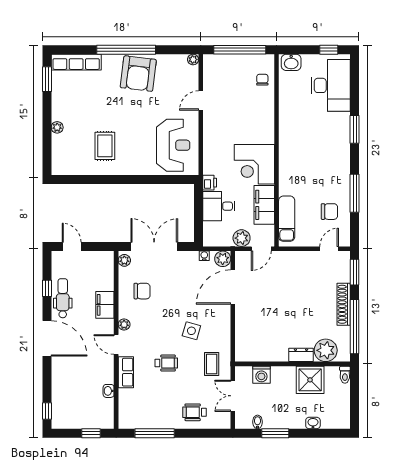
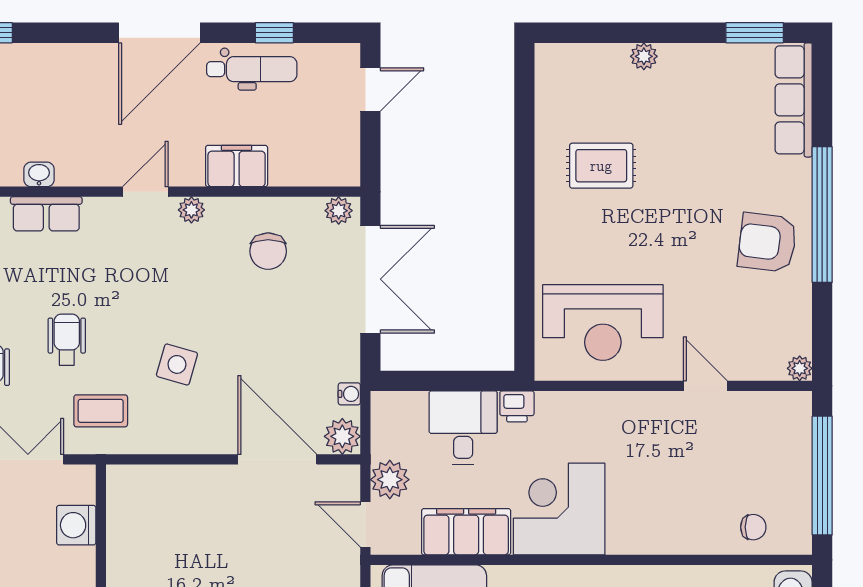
armchair: (138, 74) -> (767, 242), width x0.73, depth x0.73
wheelchair: (166, 363) -> (67, 340), moved, turned 180
row of seats: (126, 372) -> (46, 214), moved

